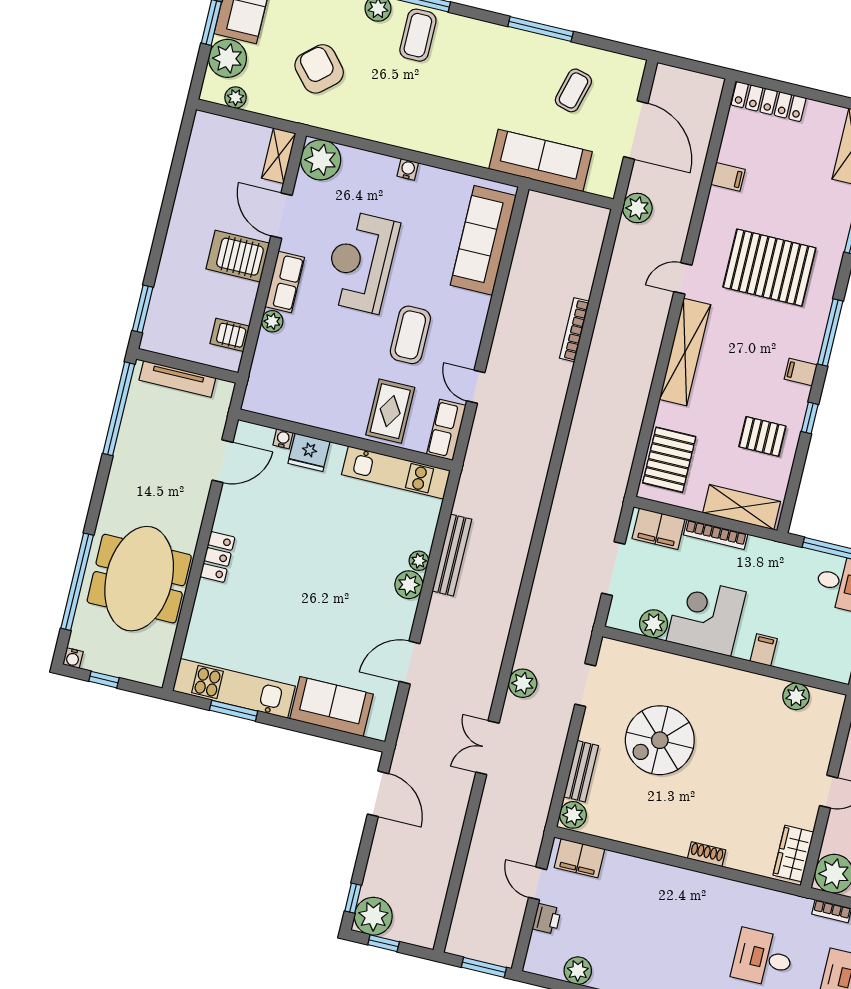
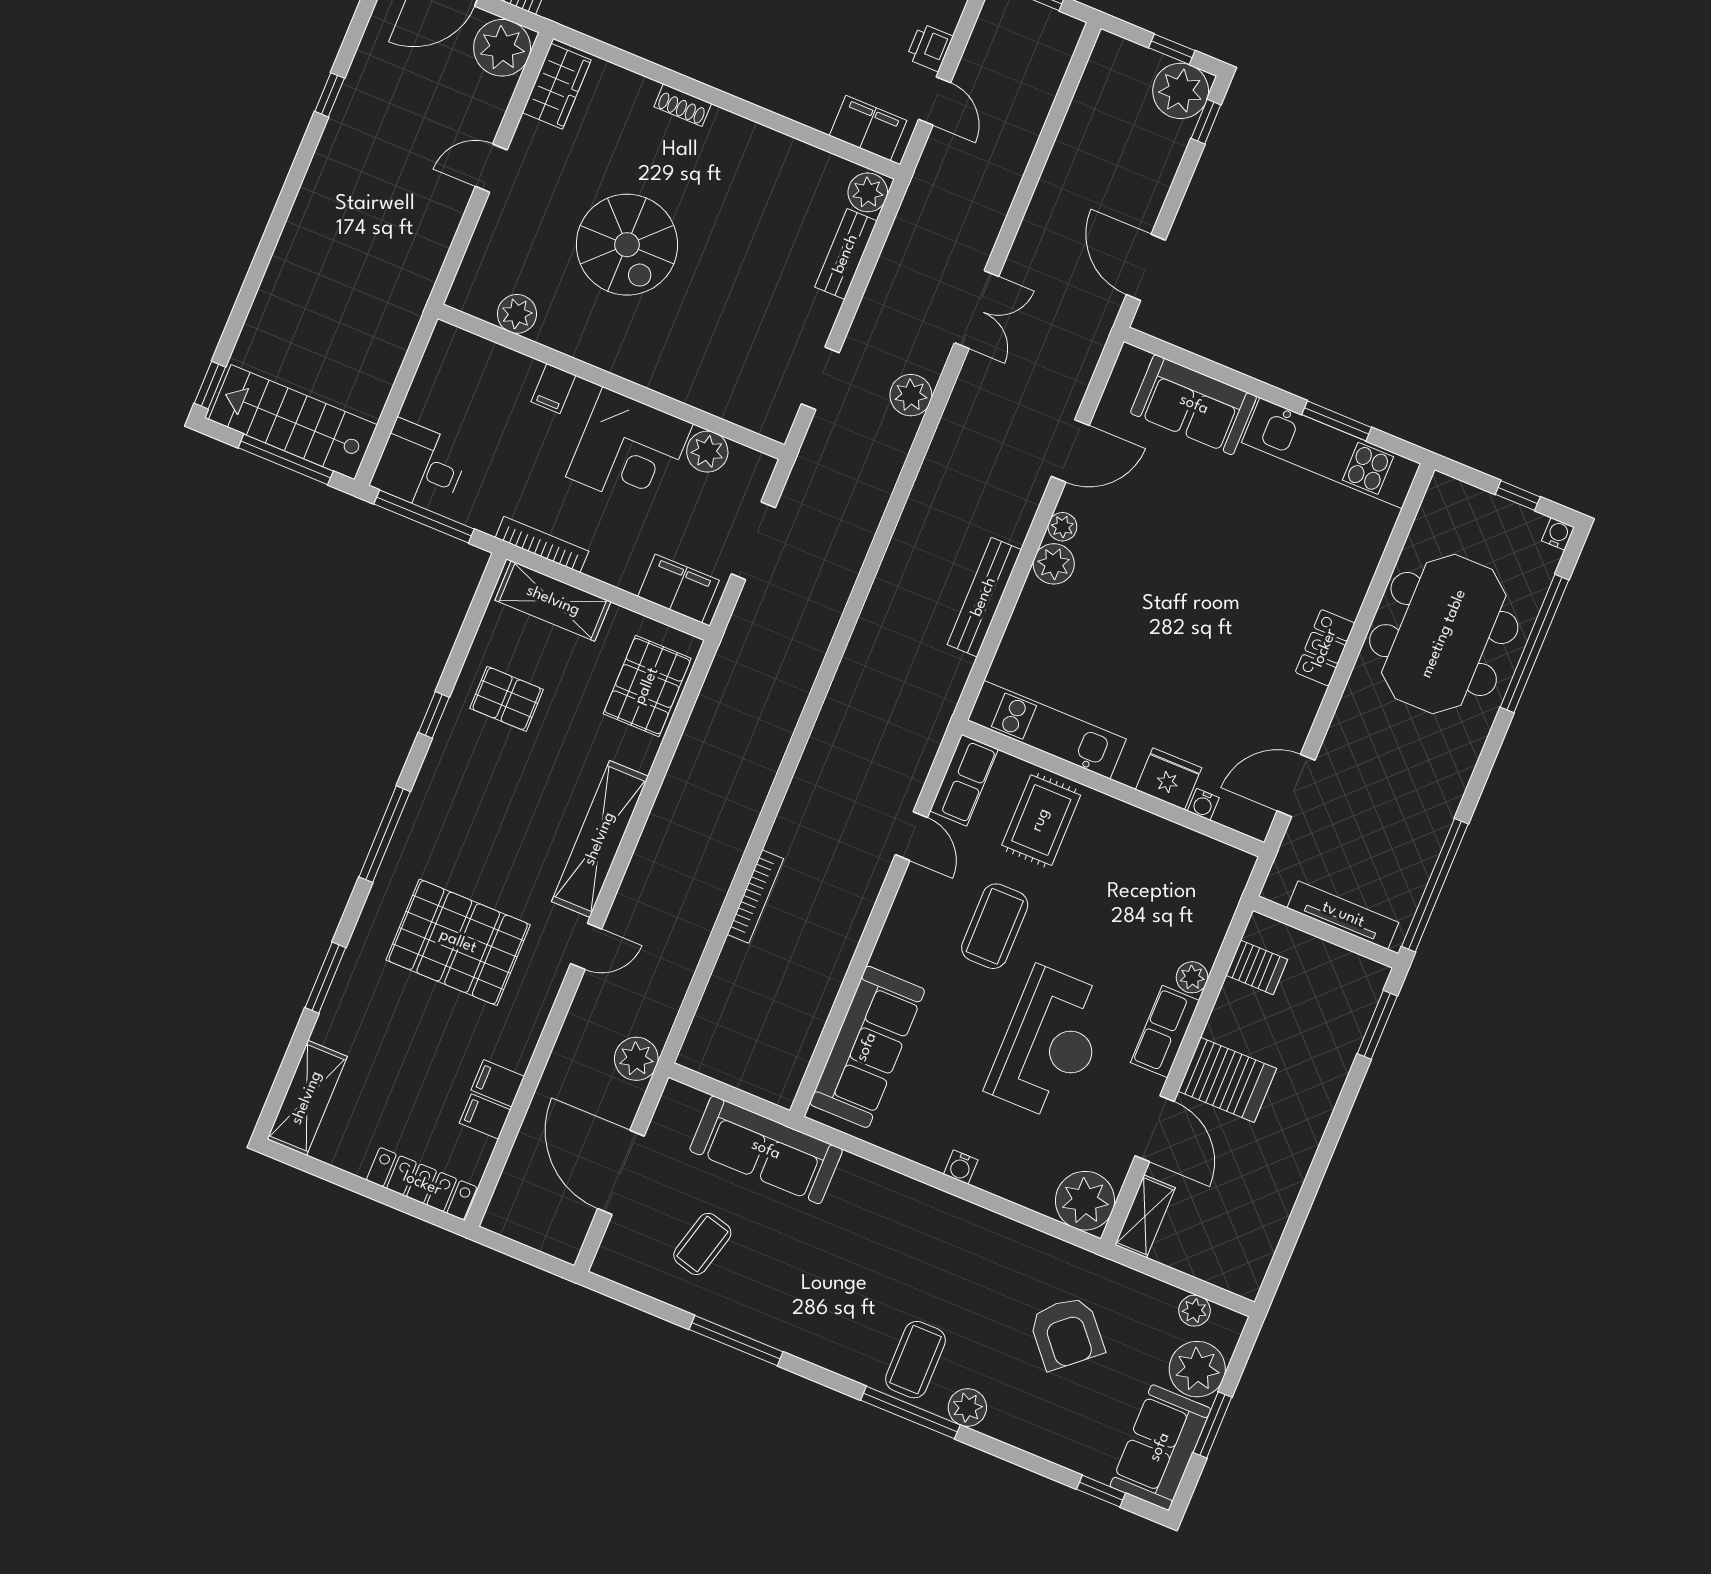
filing cabinet: (801, 372) -> (485, 1117), moved, turned 180
bookcase: (716, 535) -> (542, 544), moved
plant: (419, 561) -> (1062, 527), moved
spiral stairs: (660, 740) -> (627, 245), moved, turned 90

